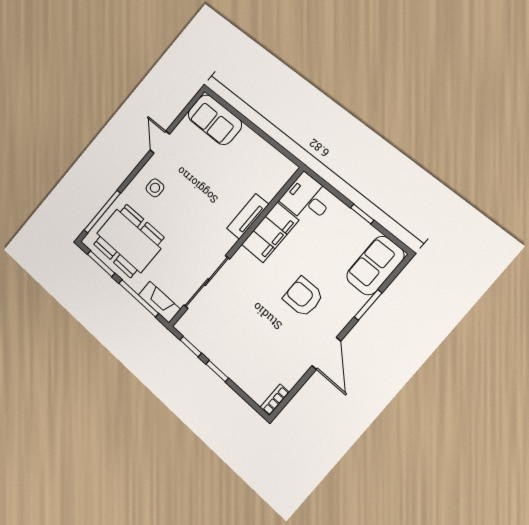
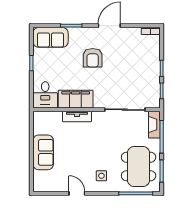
sofa: (215, 120) -> (43, 152), moved
door: (160, 142) -> (77, 193), swing flipped

